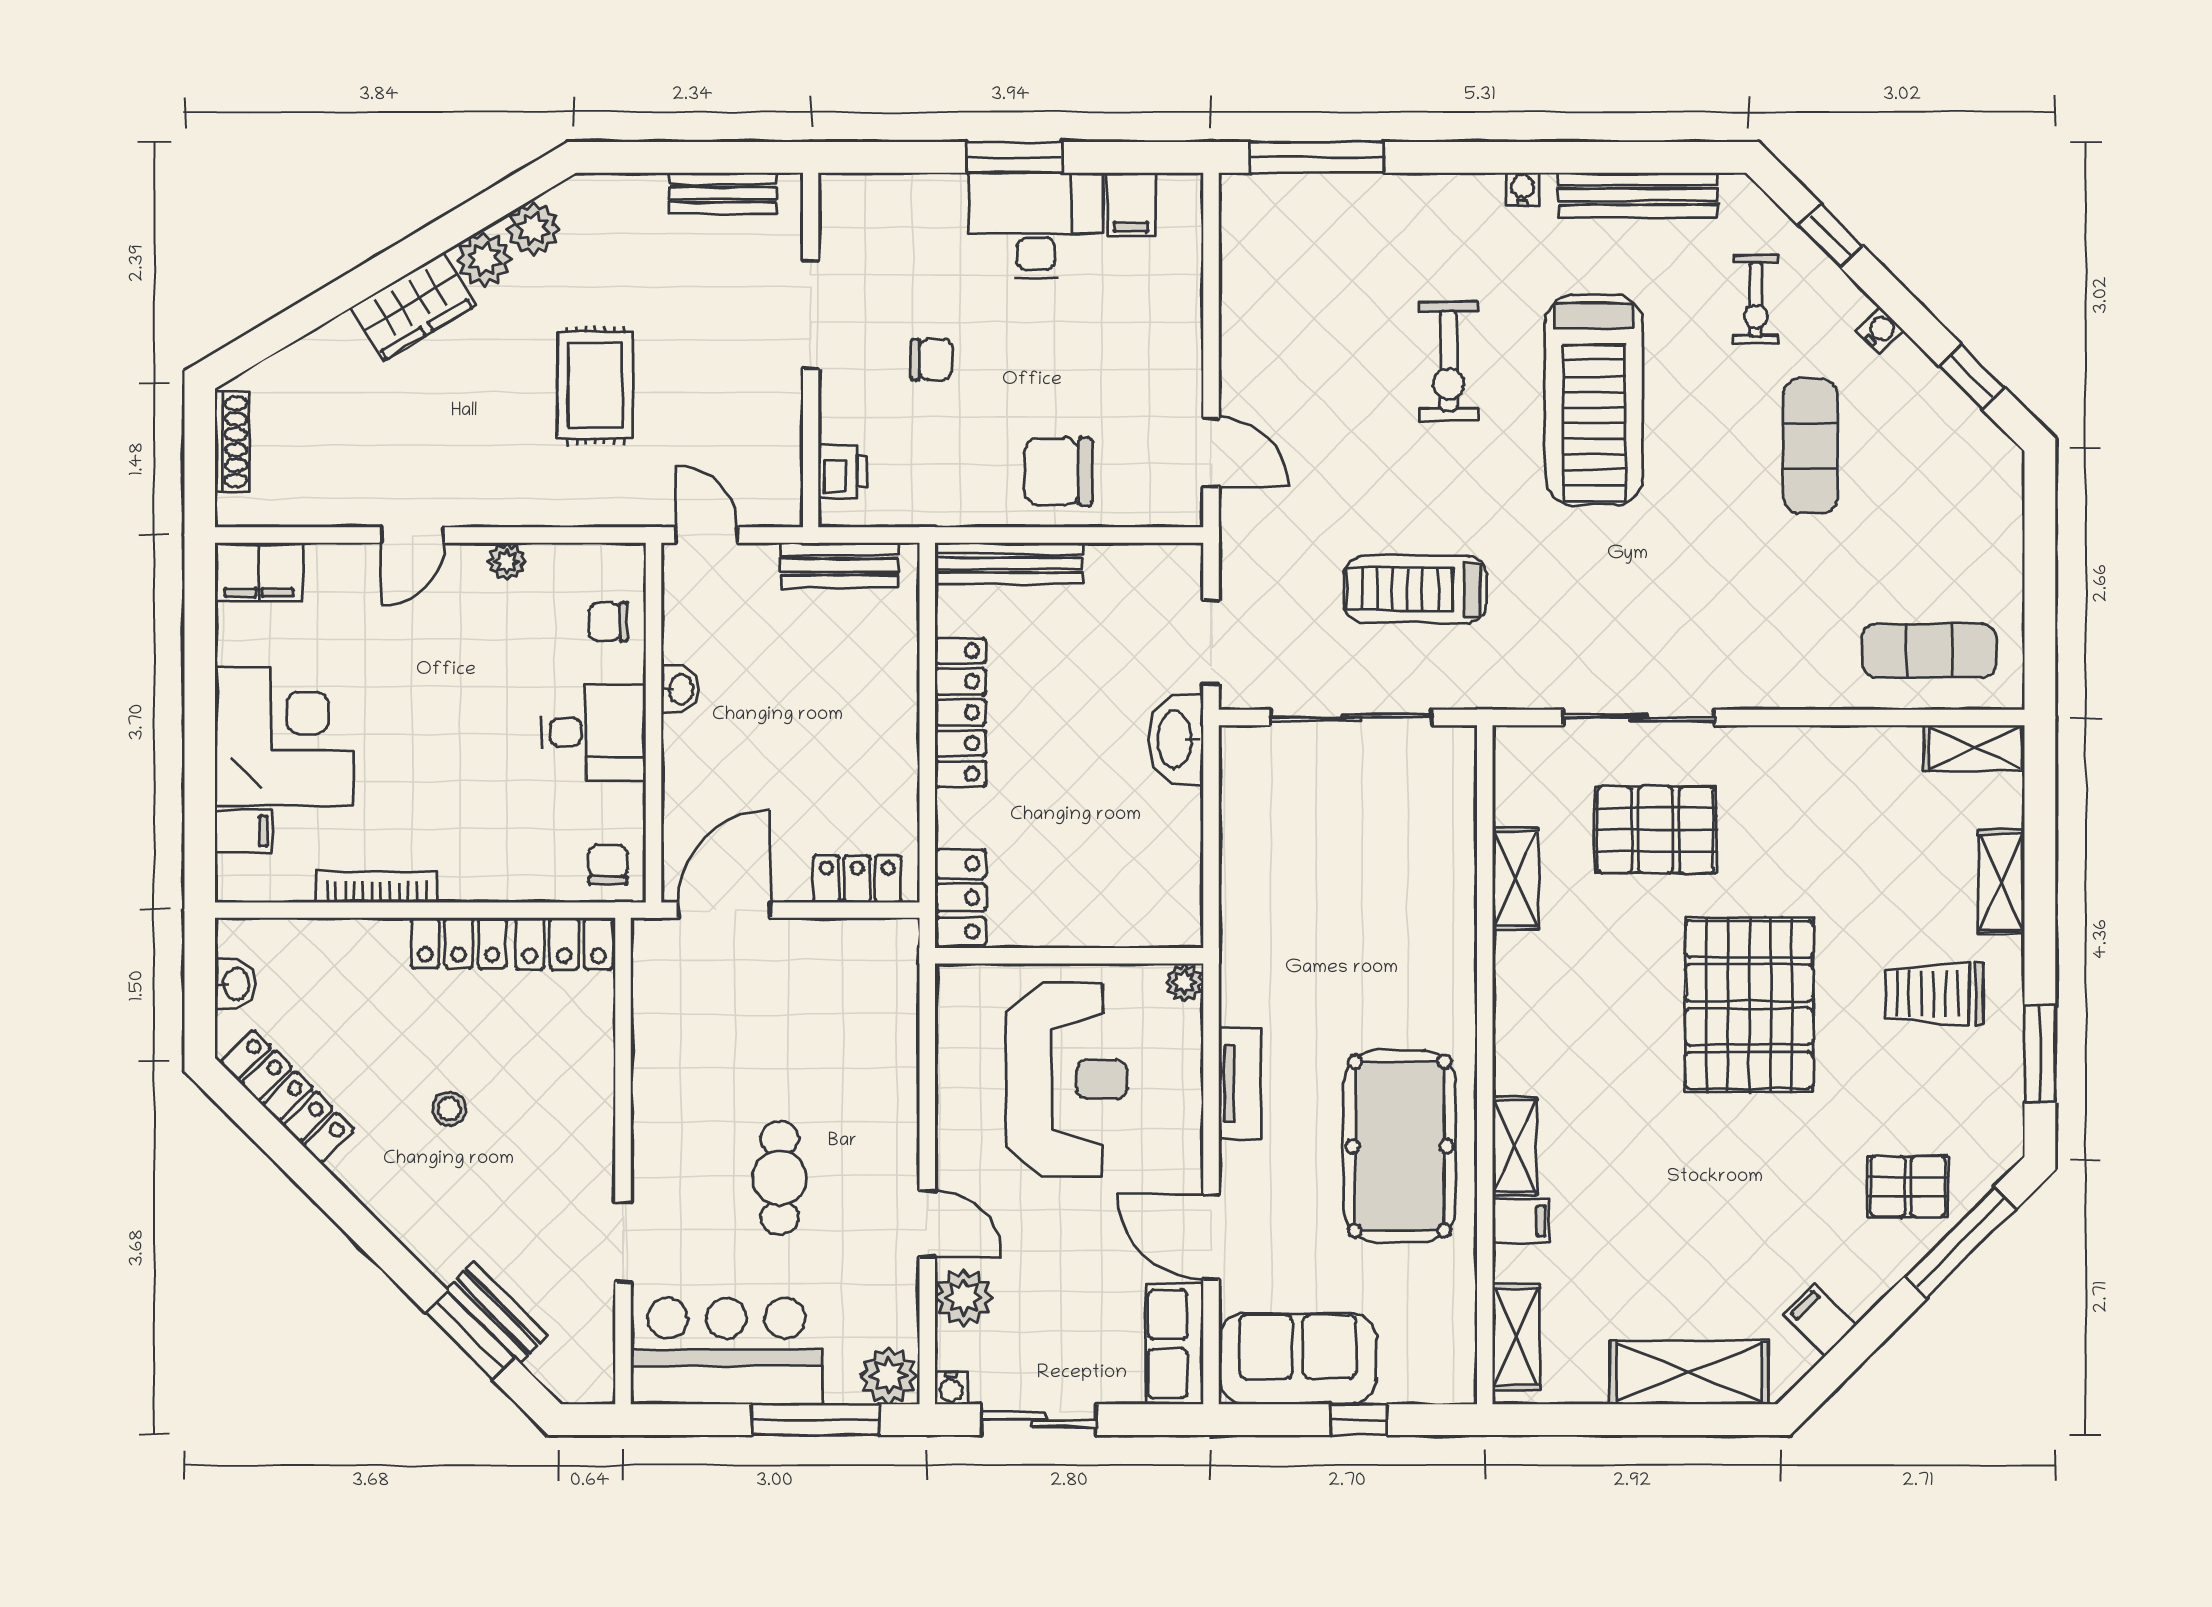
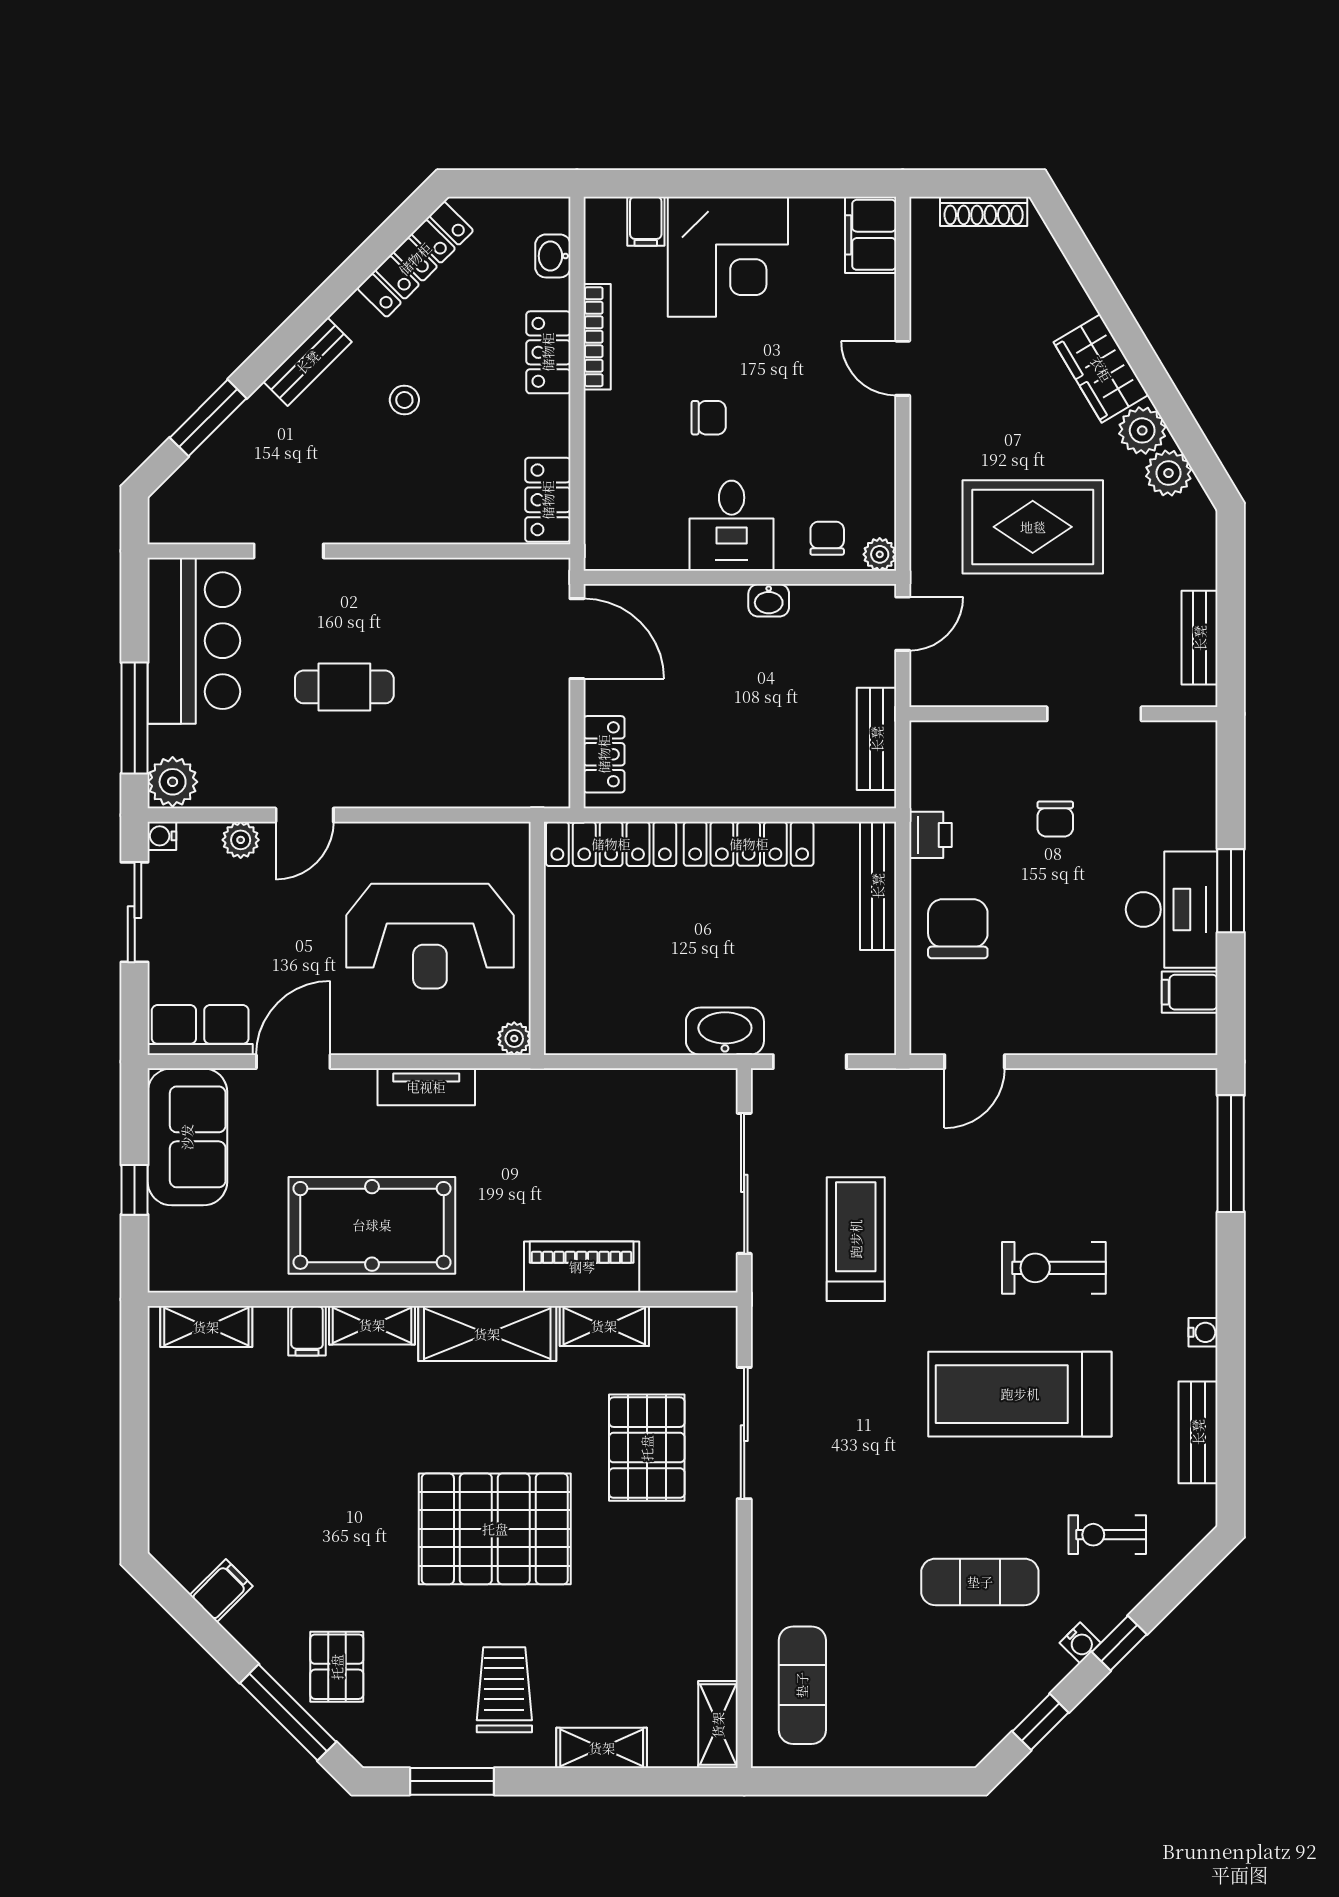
bench: (1638, 195) -> (1198, 1432), width x0.73
window: (1831, 236) -> (1119, 1643), moved
rug: (595, 385) -> (1033, 527), width x1.36, depth x1.43
printer: (843, 471) -> (930, 835), moved, turned -90
plant: (507, 562) -> (880, 554), moved
chair: (608, 865) -> (709, 418), moved
locker: (960, 897) -> (611, 844), width x1.53
piano: (1448, 905) -> (582, 1267), added
locker: (459, 943) -> (548, 352), moved
washbasin: (235, 984) -> (553, 256), moved, turned 90
plant: (964, 1297) -> (241, 840), width x0.73, depth x0.73
bench: (497, 1312) -> (308, 362), moved
shelving: (1689, 1373) -> (487, 1334), moved, turned 90

